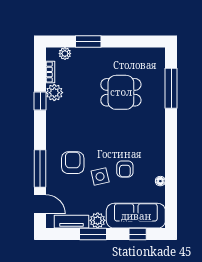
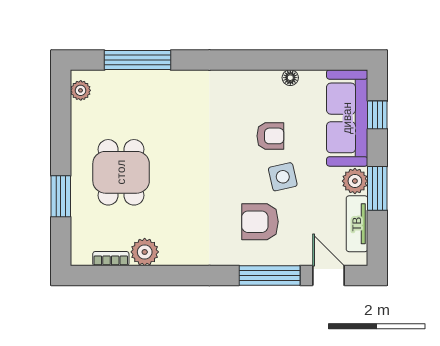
plant: (65, 54) -> (81, 90), moved
dining table: (121, 92) -> (121, 172), moved
window: (40, 101) -> (159, 275), removed
door: (40, 204) -> (328, 275), hinge flipped

